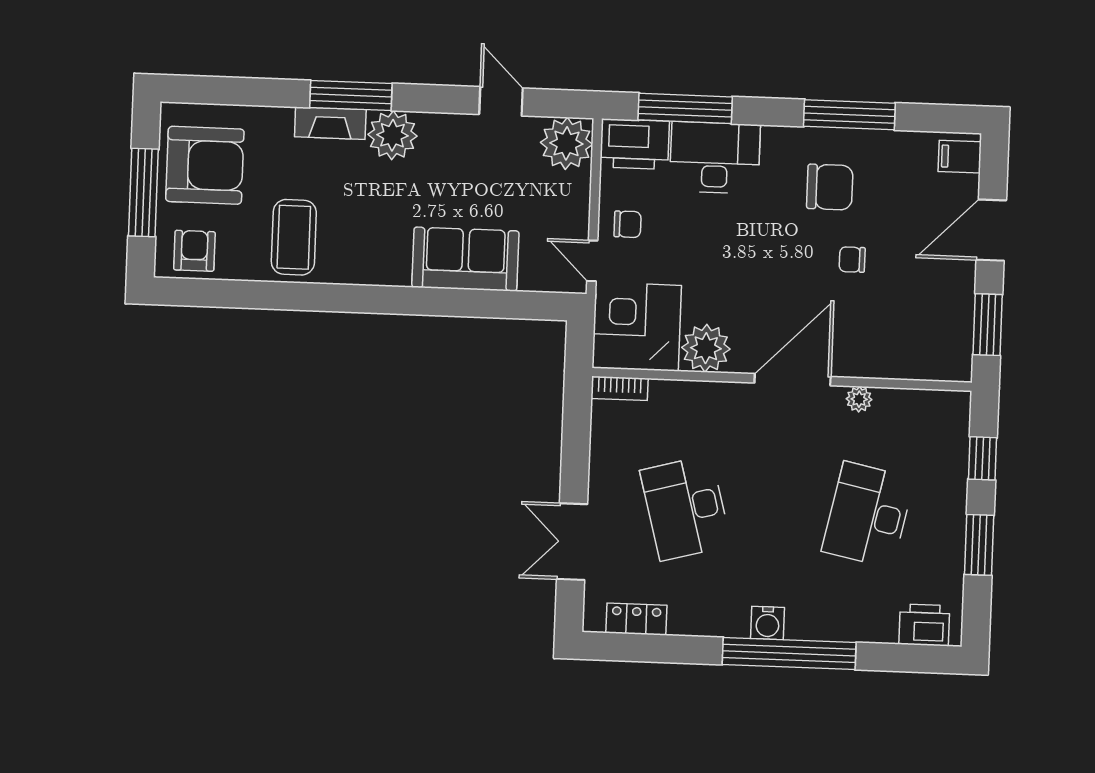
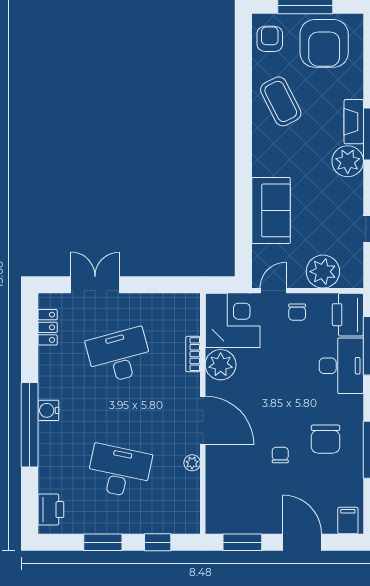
plant: (566, 143) -> (323, 272), moved
coffee table: (294, 237) -> (281, 101), turned 63
armchair: (194, 251) -> (270, 39), turned -90
bookcase: (620, 388) -> (193, 354), moved

